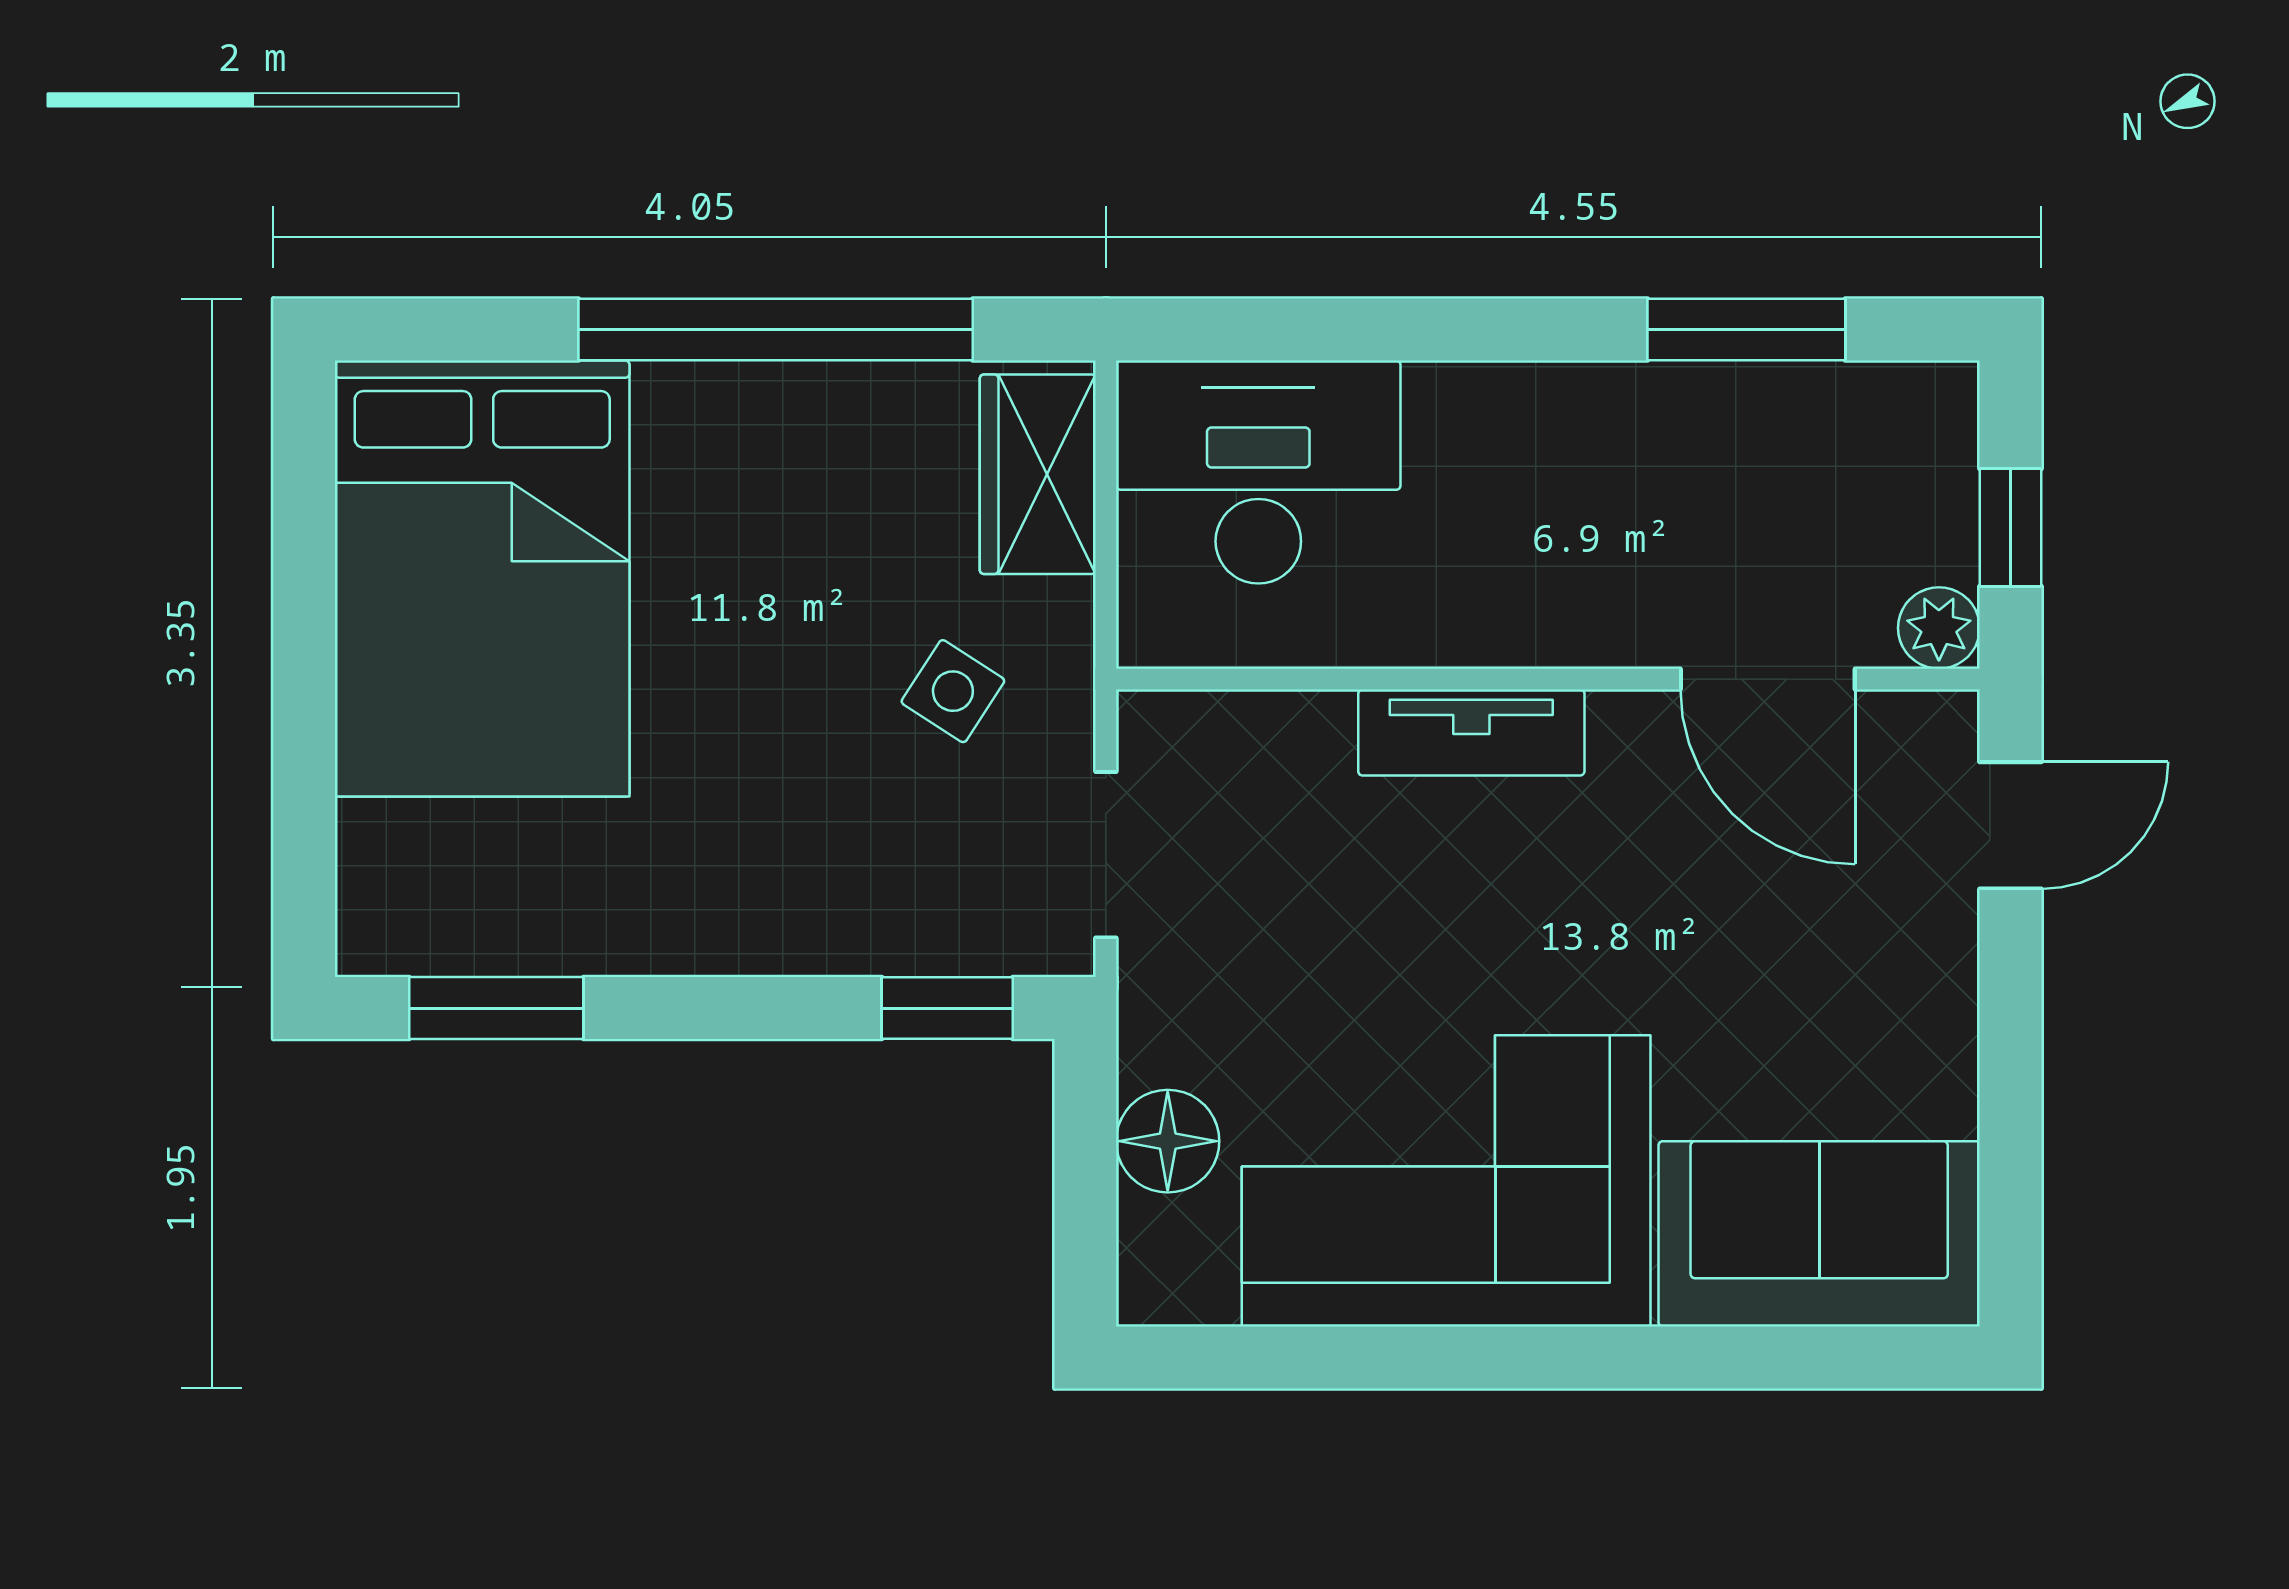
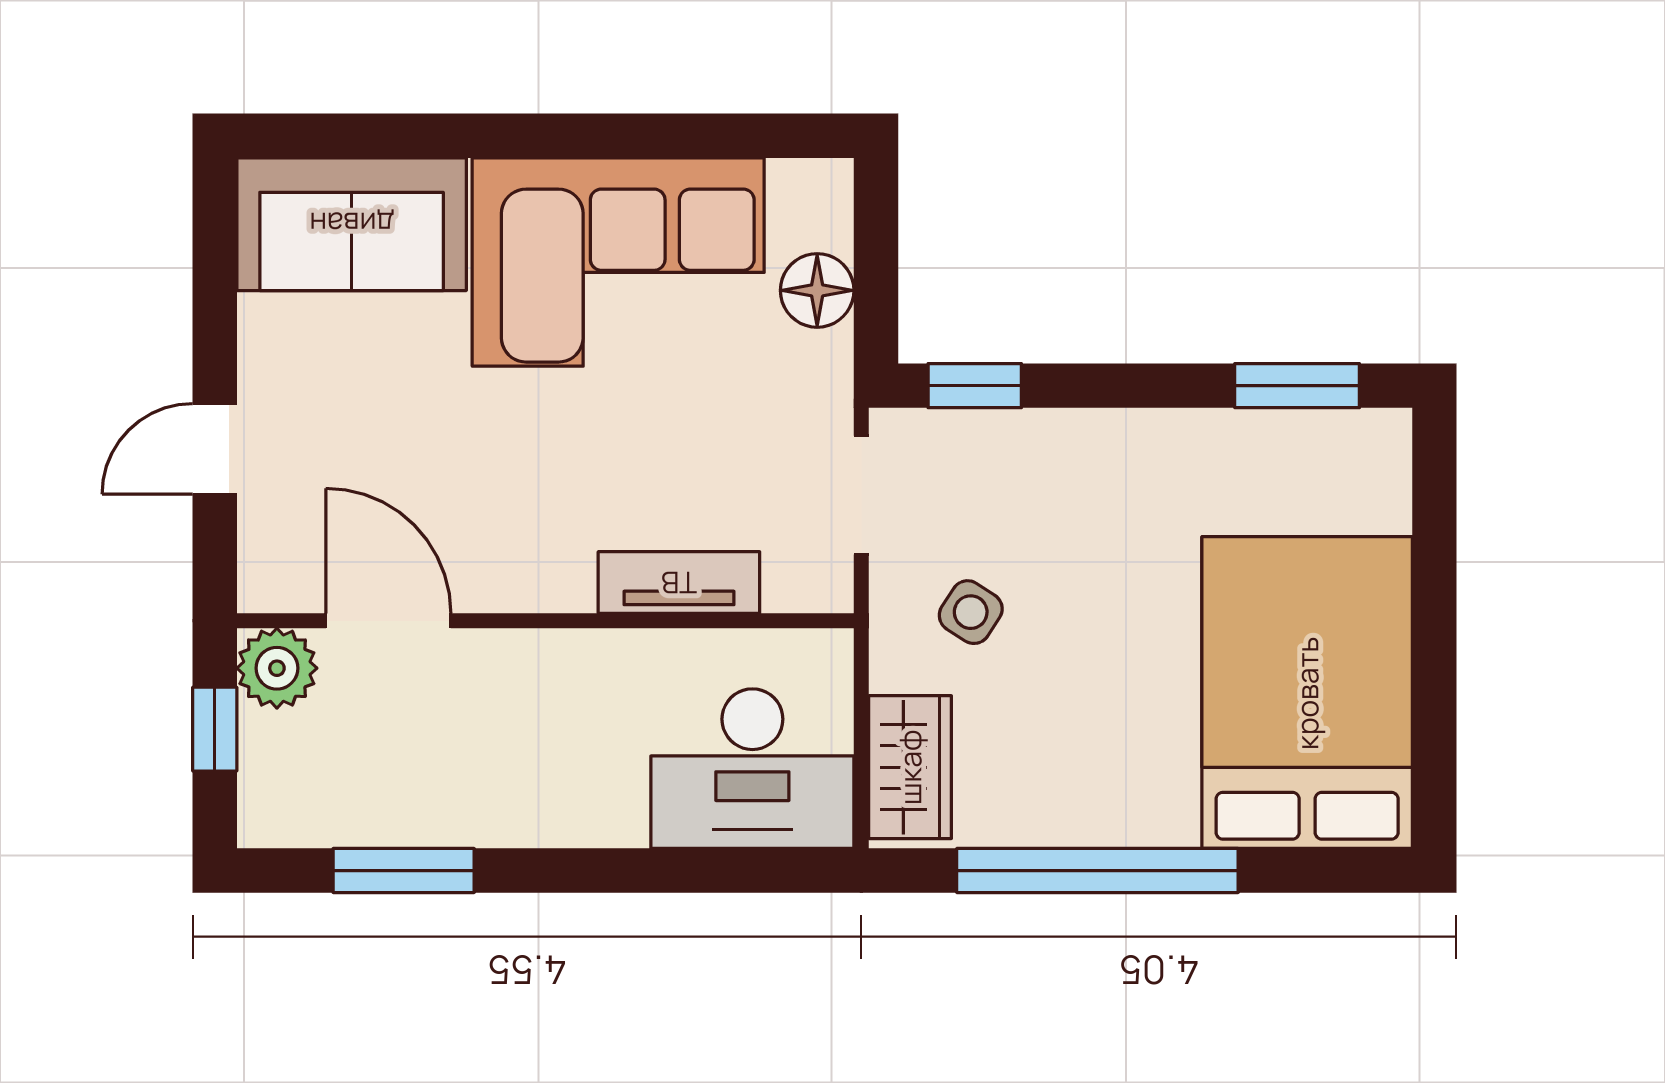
plant: (1939, 628) -> (277, 668), width x1.38, depth x1.38
tv unit: (1471, 732) -> (679, 583), moved
door: (2011, 825) -> (215, 449), moved

